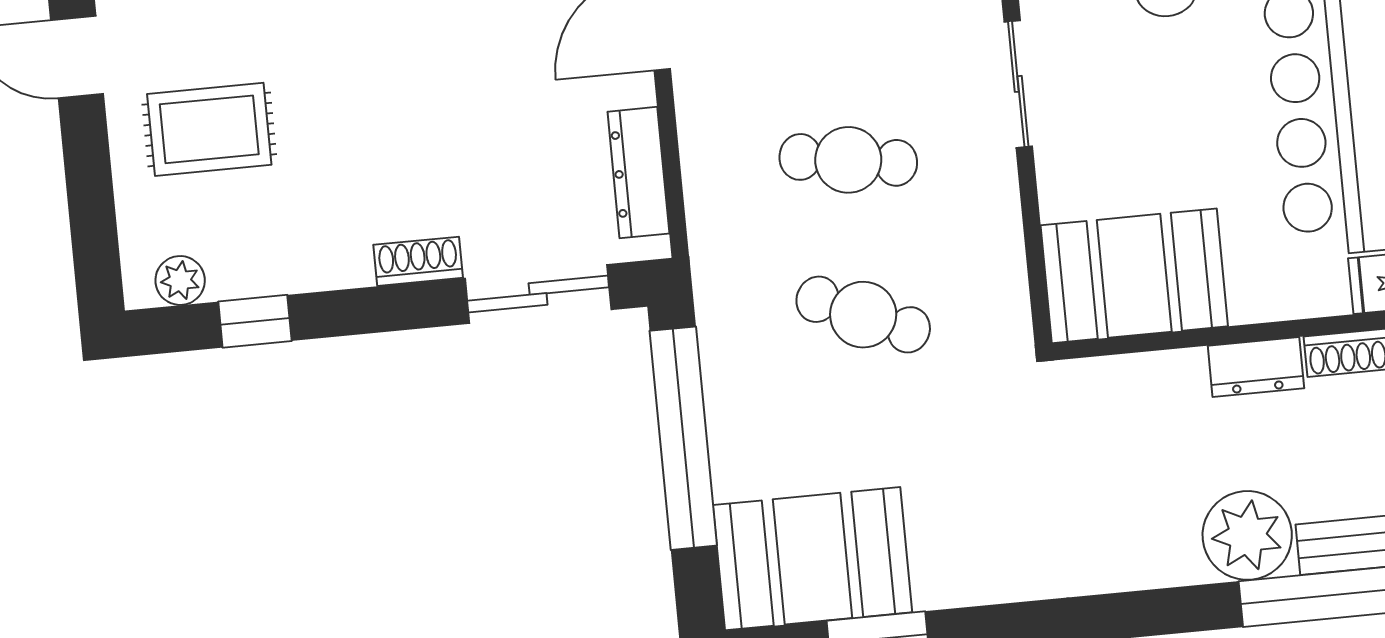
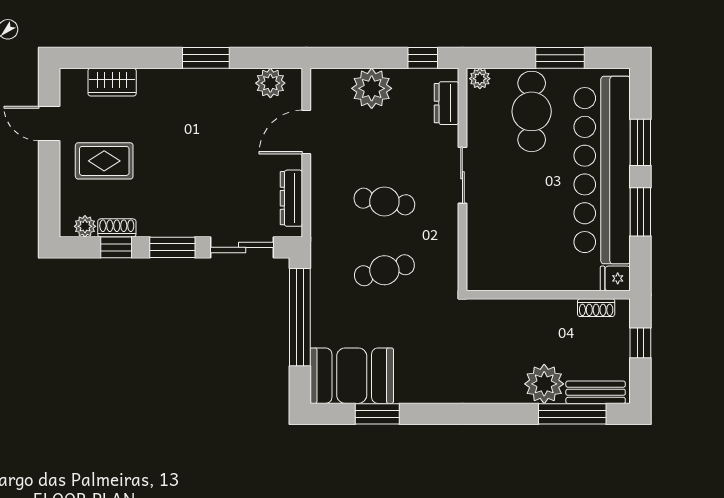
shoe rack: (418, 261) -> (117, 228), moved
booth: (1134, 276) -> (505, 265), removed
window: (381, 309) -> (172, 247), added
cafe table: (863, 315) -> (384, 270), turned -39
dresser: (1256, 367) -> (555, 310), removed

